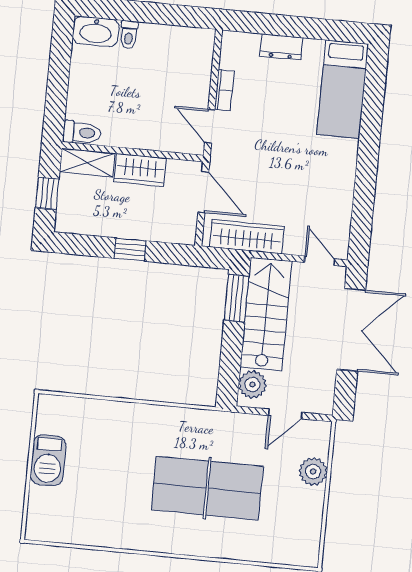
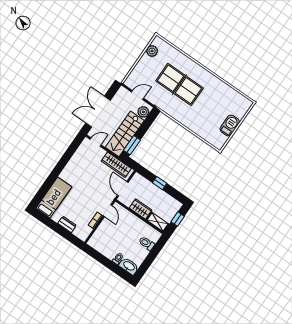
toilet: (82, 133) -> (147, 243), moved
door: (319, 261) -> (96, 142), swing flipped
plant: (313, 471) -> (152, 51), moved

